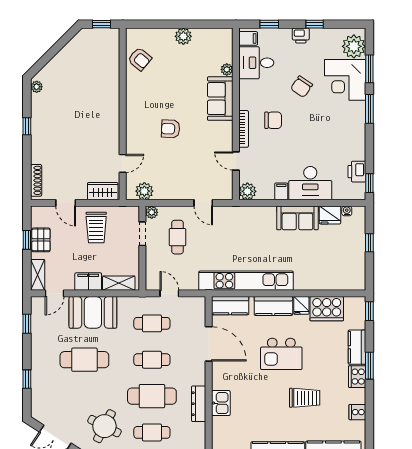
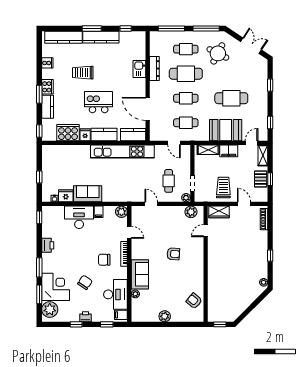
desk: (256, 63) -> (115, 294), width x1.37
printer: (357, 172) -> (48, 245), moved

